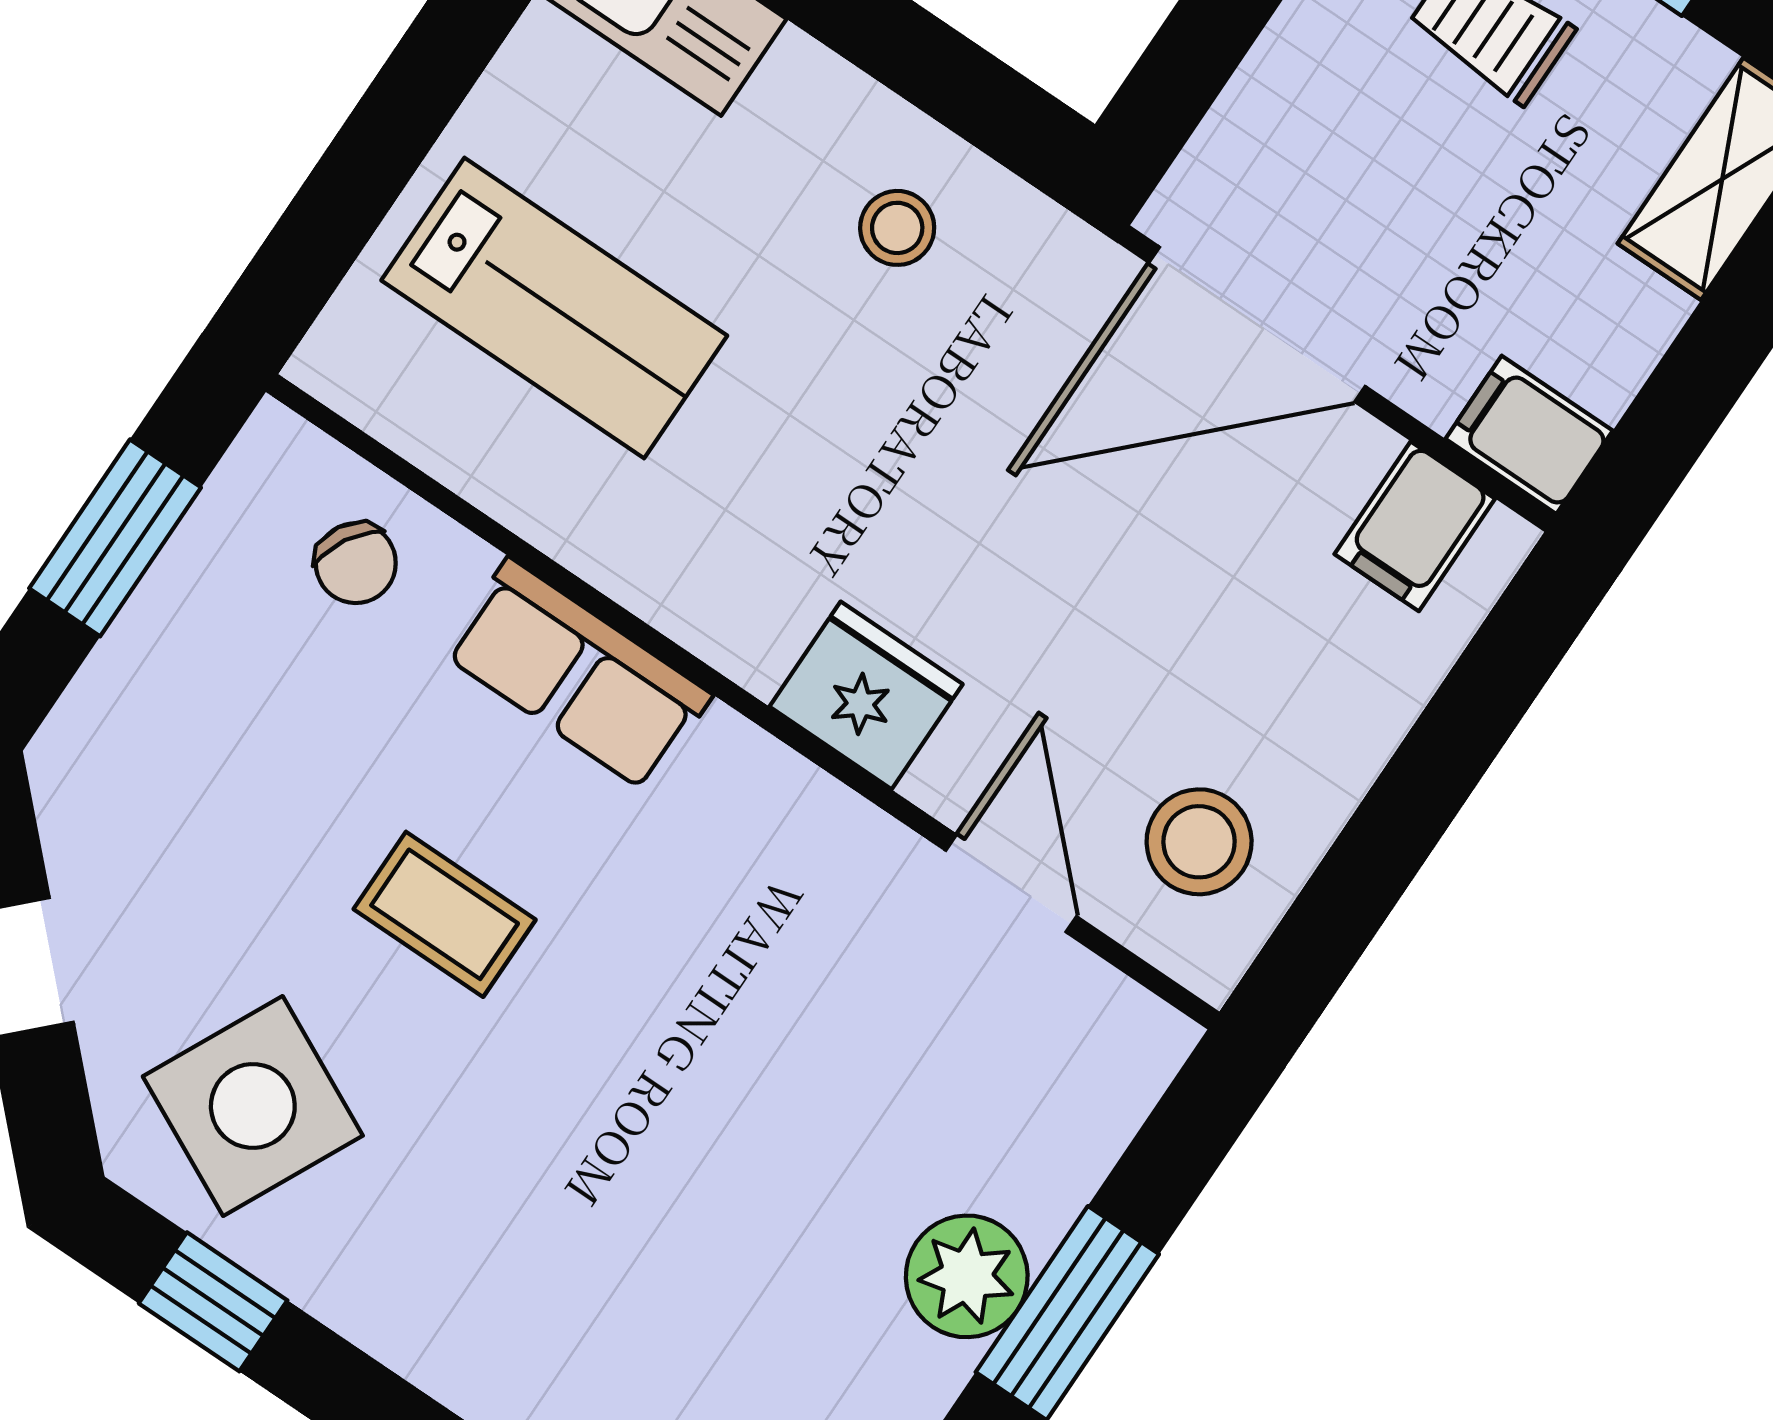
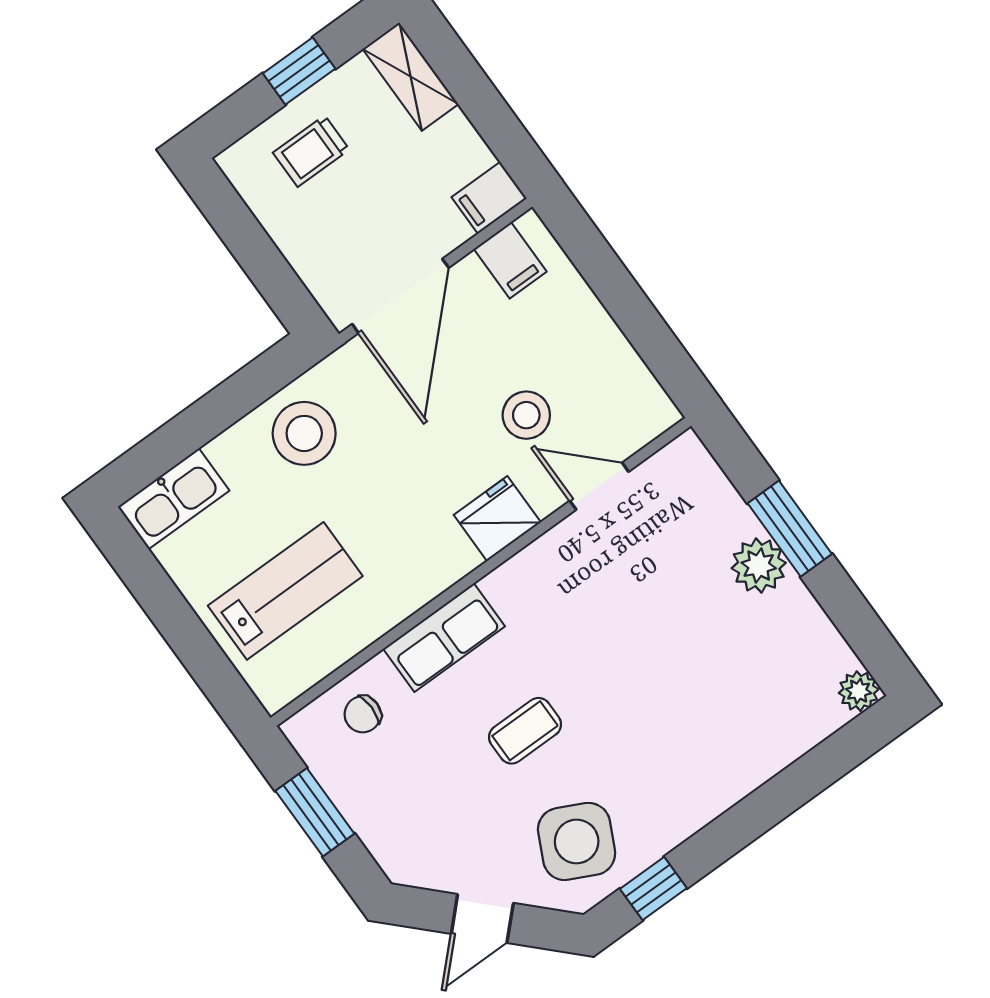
stool: (897, 228) -> (304, 433), width x1.89, depth x1.89
chair: (356, 563) -> (363, 714), turned 150
stool: (1199, 842) -> (526, 415), moved

